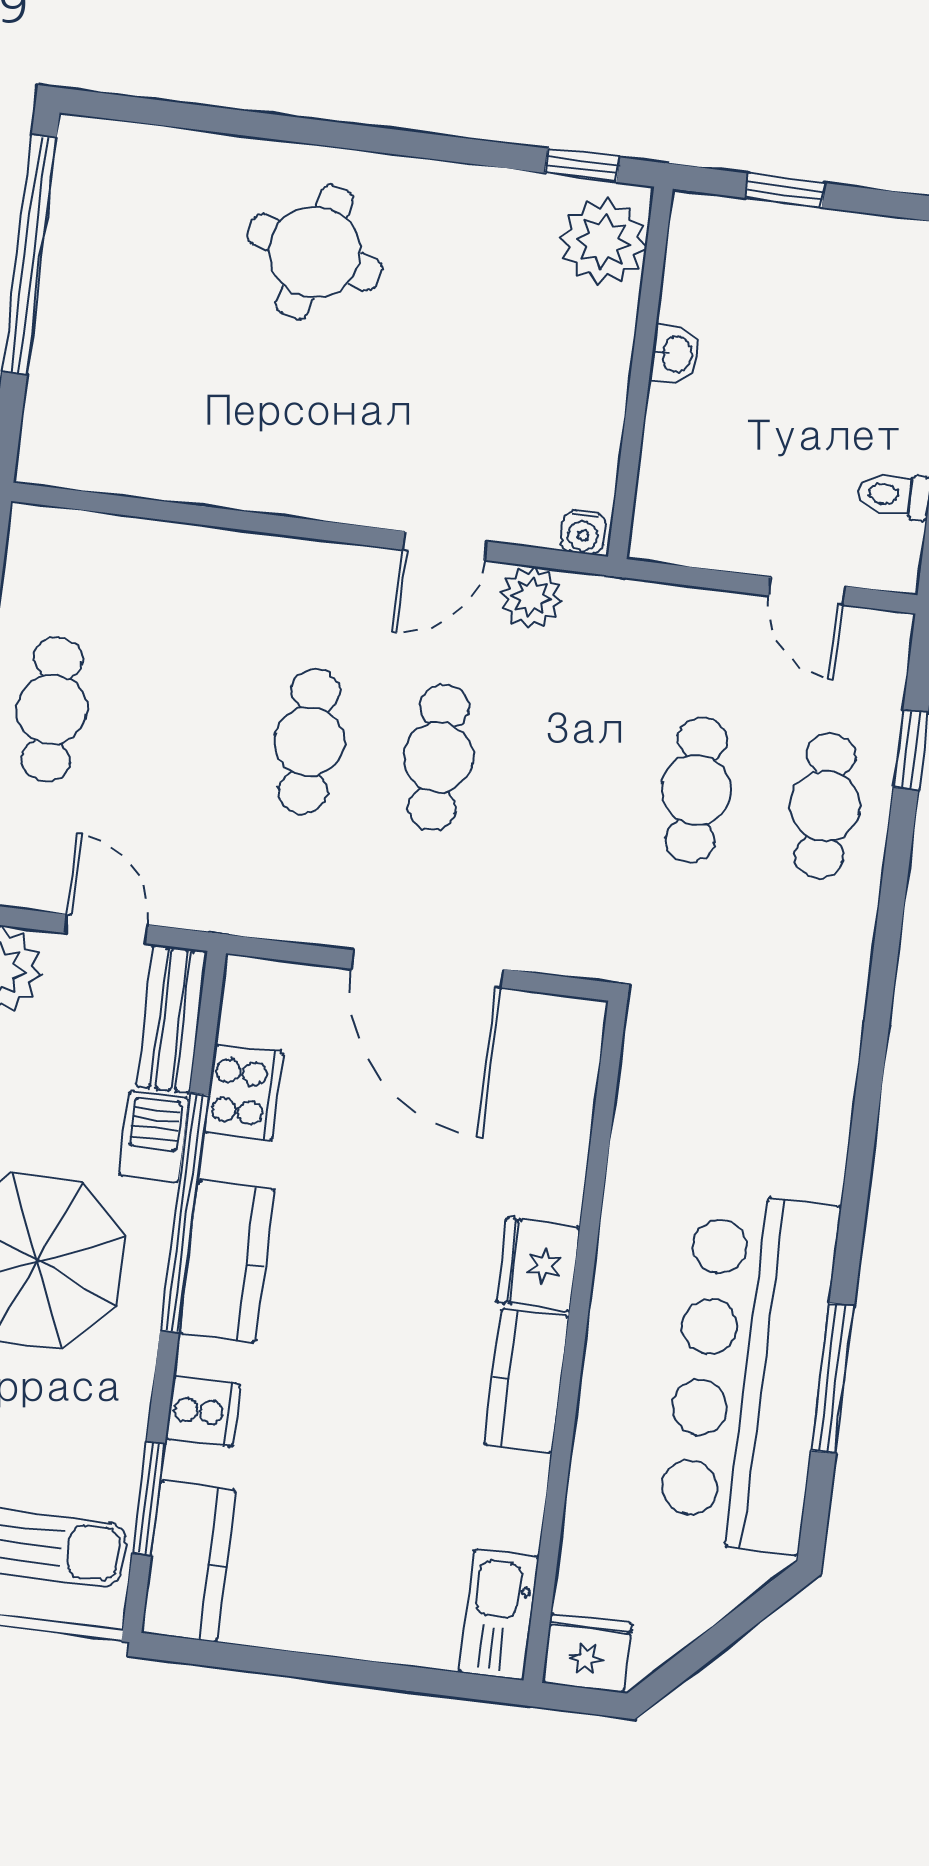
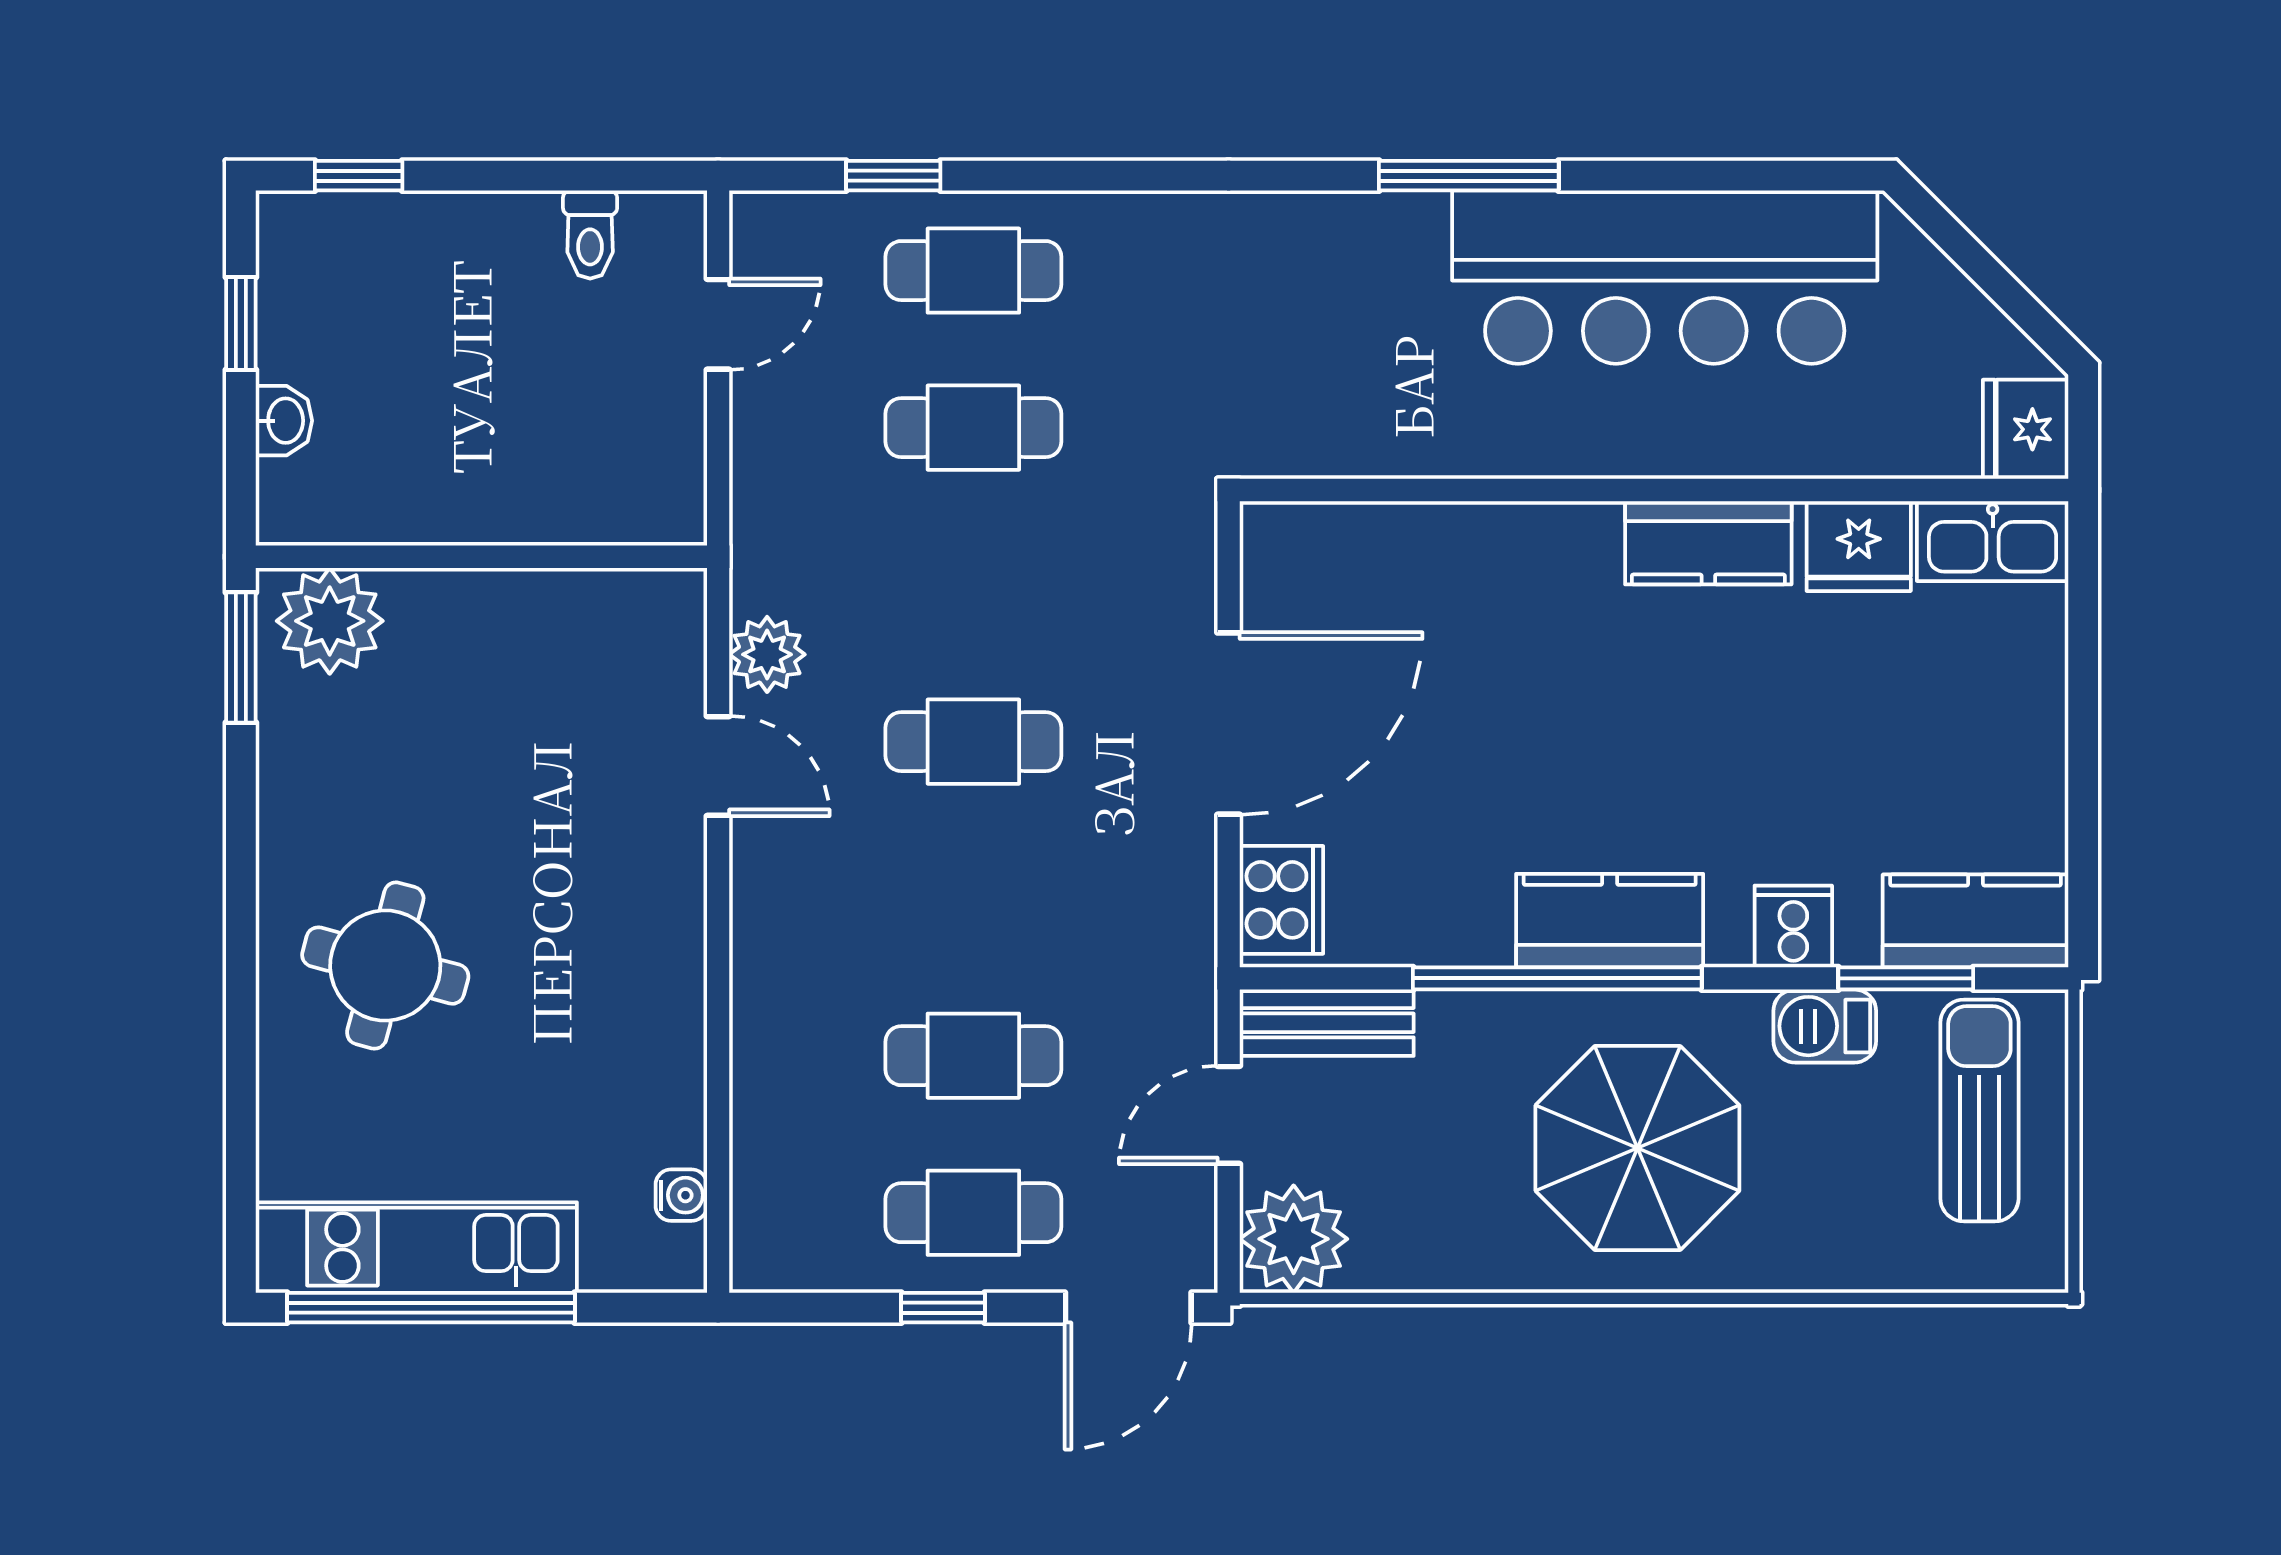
window: (582, 165) -> (241, 658), width x1.50
window: (785, 190) -> (241, 323), moved
kitchen unit: (80, 249) -> (416, 1248), added
washbasin: (675, 354) -> (284, 421), moved, turned 90
water cooler: (583, 532) -> (681, 1195), moved
cafe table: (309, 742) -> (973, 1056), moved
cooker: (243, 1092) -> (1281, 900), moved, turned 90
barbecue: (154, 1137) -> (1825, 1026), moved
fridge: (538, 1265) -> (1859, 546), moved
window: (833, 1378) -> (1469, 176), moved

